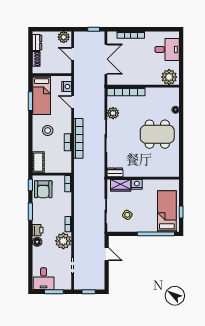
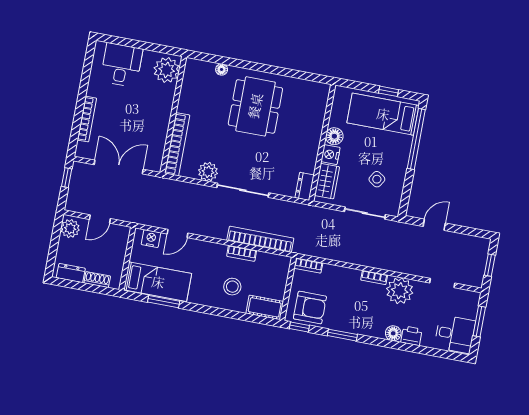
stool: (48, 130) -> (232, 287), moved
bookcase: (78, 138) -> (260, 239), moved
floor lamp: (148, 185) -> (334, 136), added
printer: (38, 230) -> (411, 336), moved

